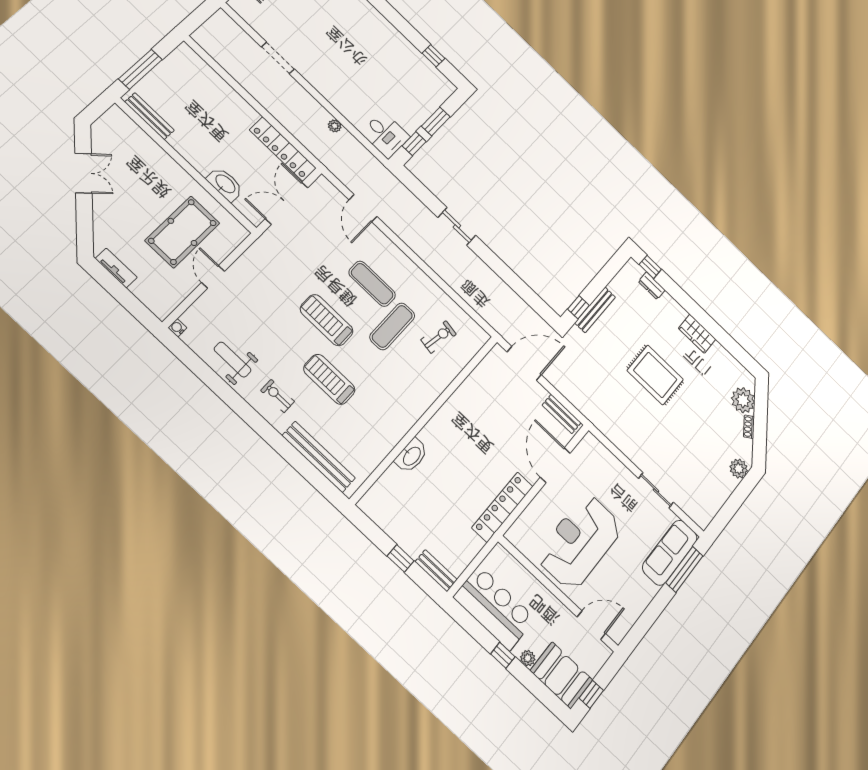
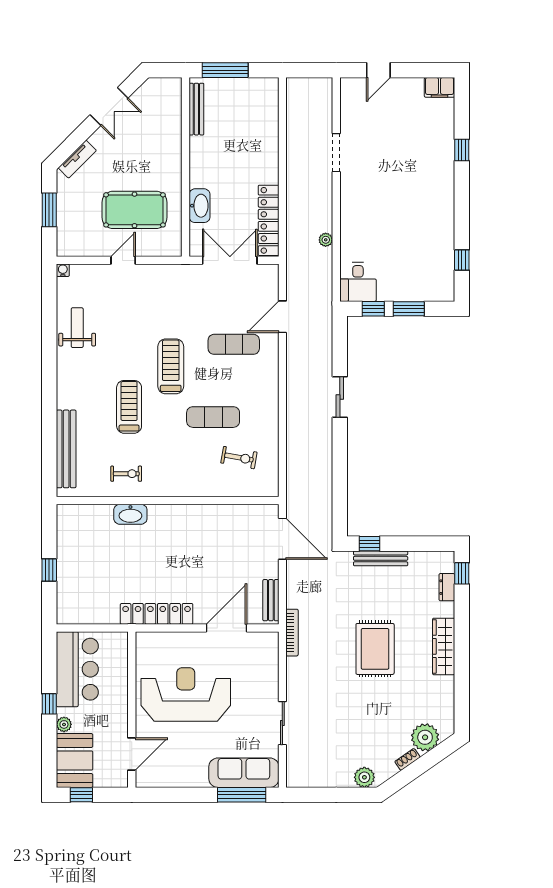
tv unit: (116, 268) -> (77, 159), moved, turned 45
exercise mat: (372, 284) -> (234, 344), moved, turned 90
window: (120, 293) -> (49, 210), added
wardrobe: (697, 334) -> (444, 646), width x1.50
exercise bike: (278, 396) -> (126, 474), moved, turned 90
bookcase: (597, 421) -> (292, 633), added
bench: (436, 571) -> (64, 603), removed
door: (591, 625) -> (132, 754), hinge flipped

